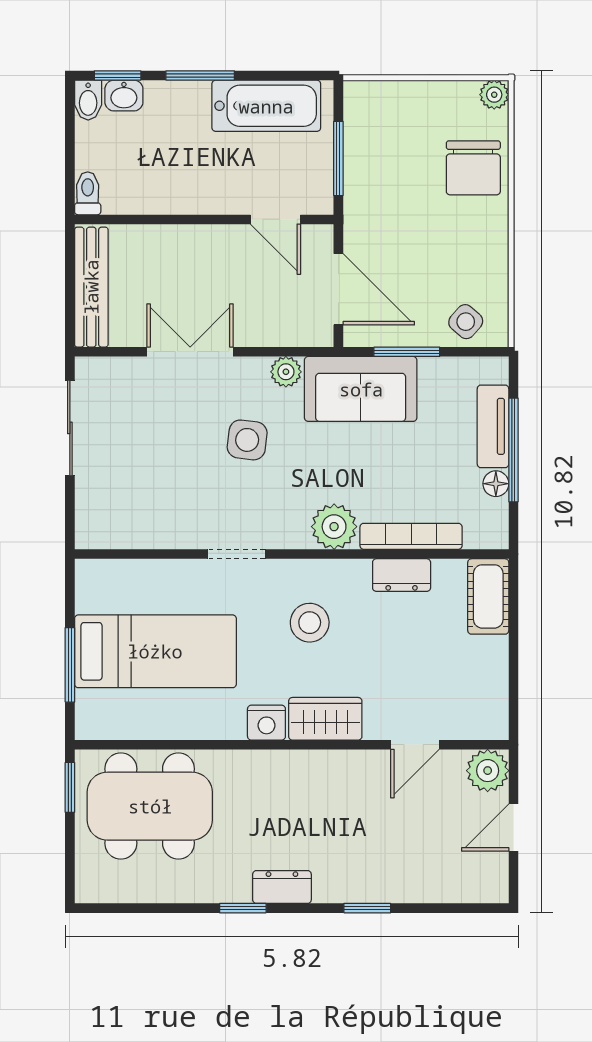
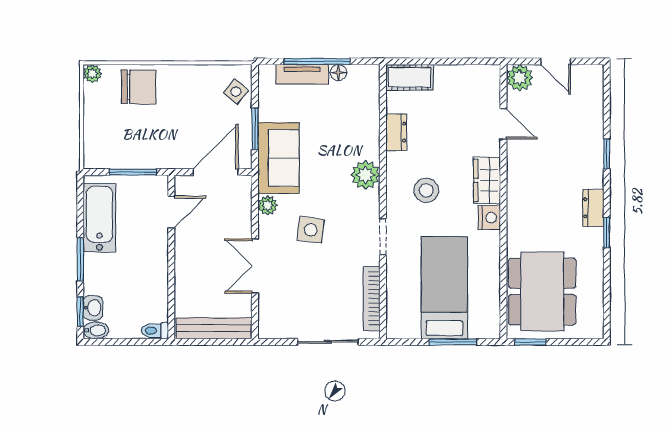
sliding door: (70, 428) -> (328, 342), moved
bookcase: (411, 536) -> (372, 299), moved

